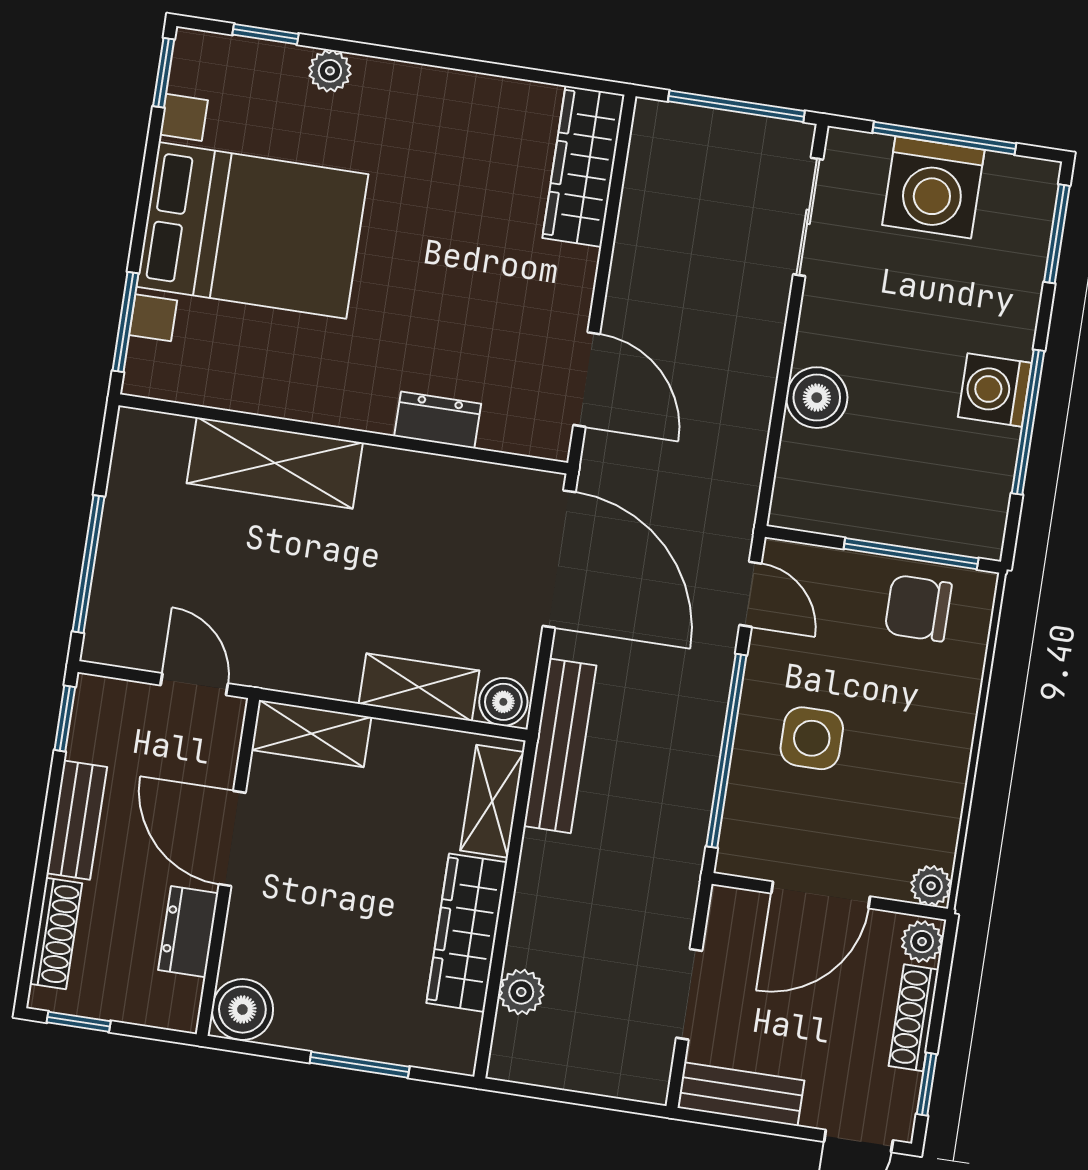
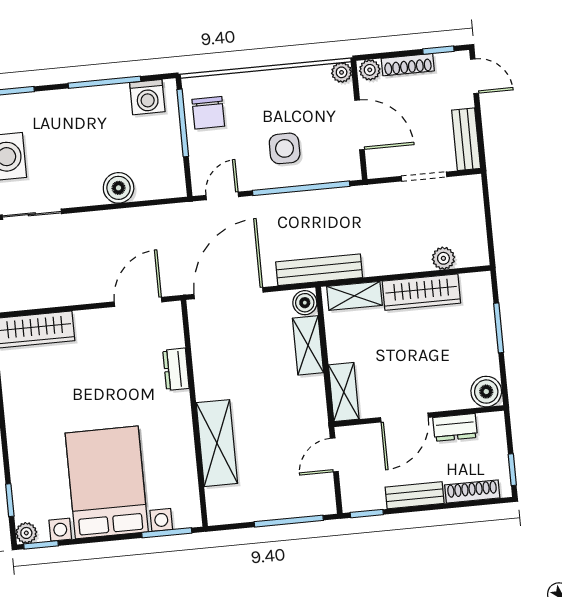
plant: (330, 71) -> (26, 533), moved
washing machine: (995, 390) -> (147, 97), moved

